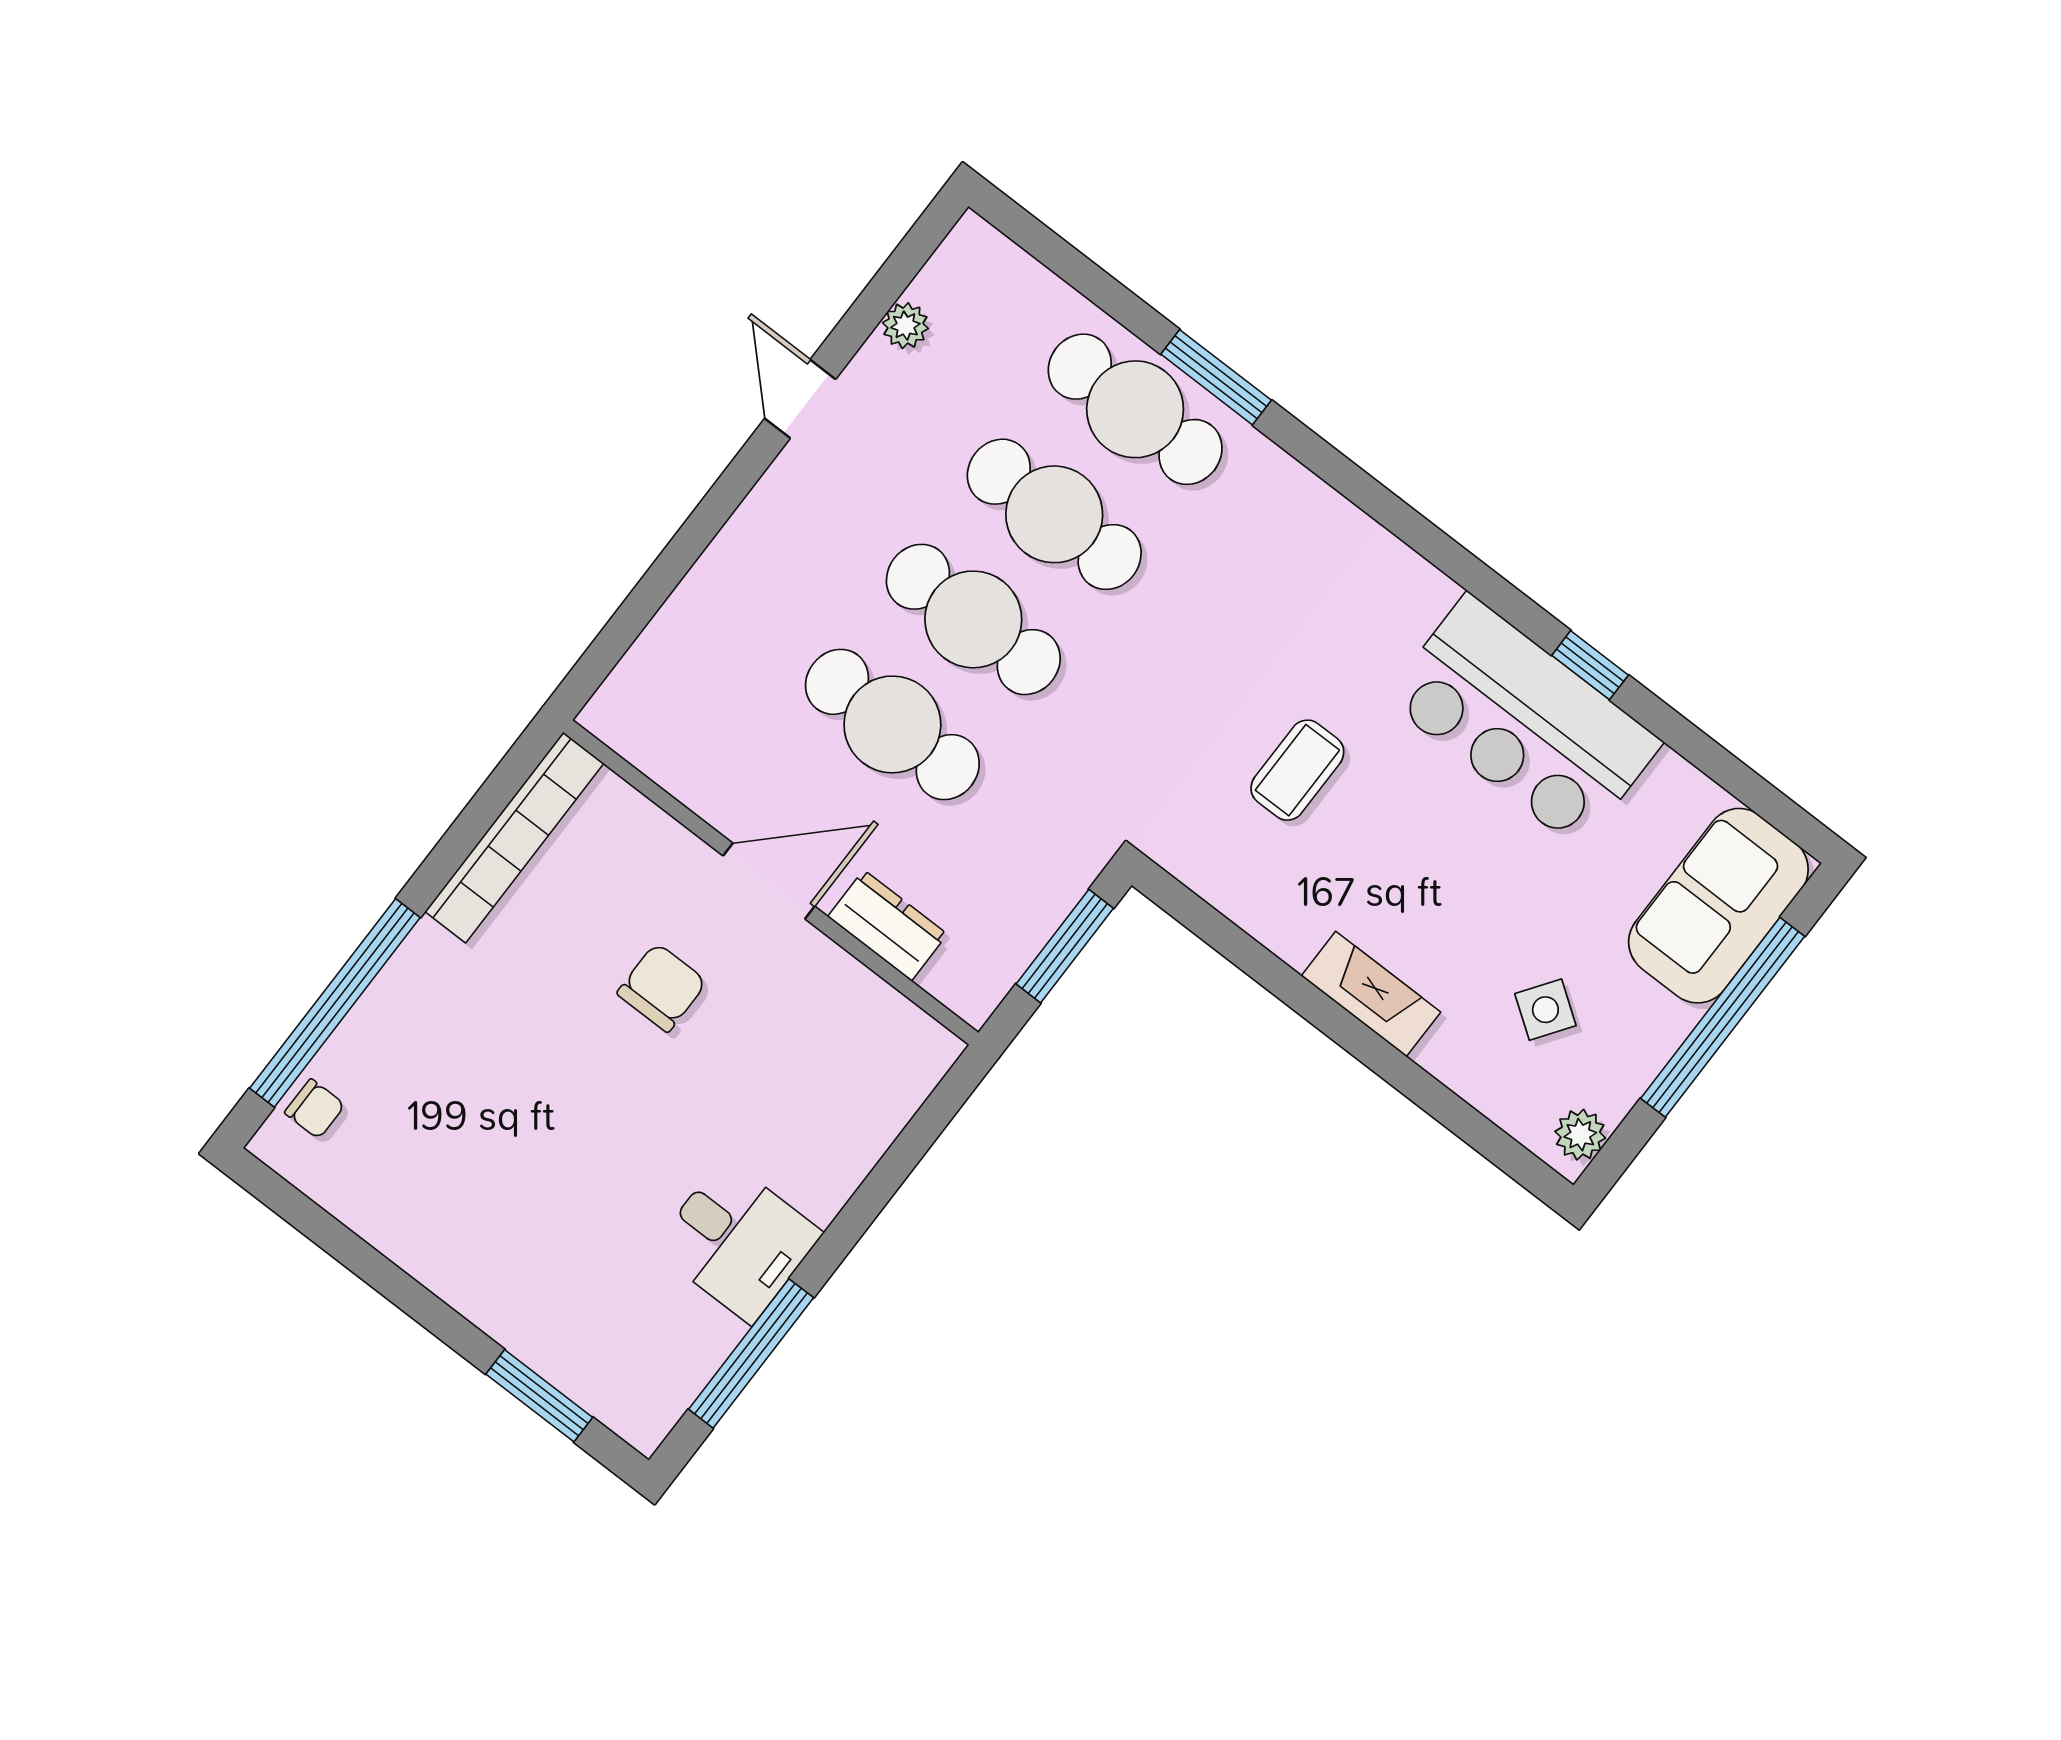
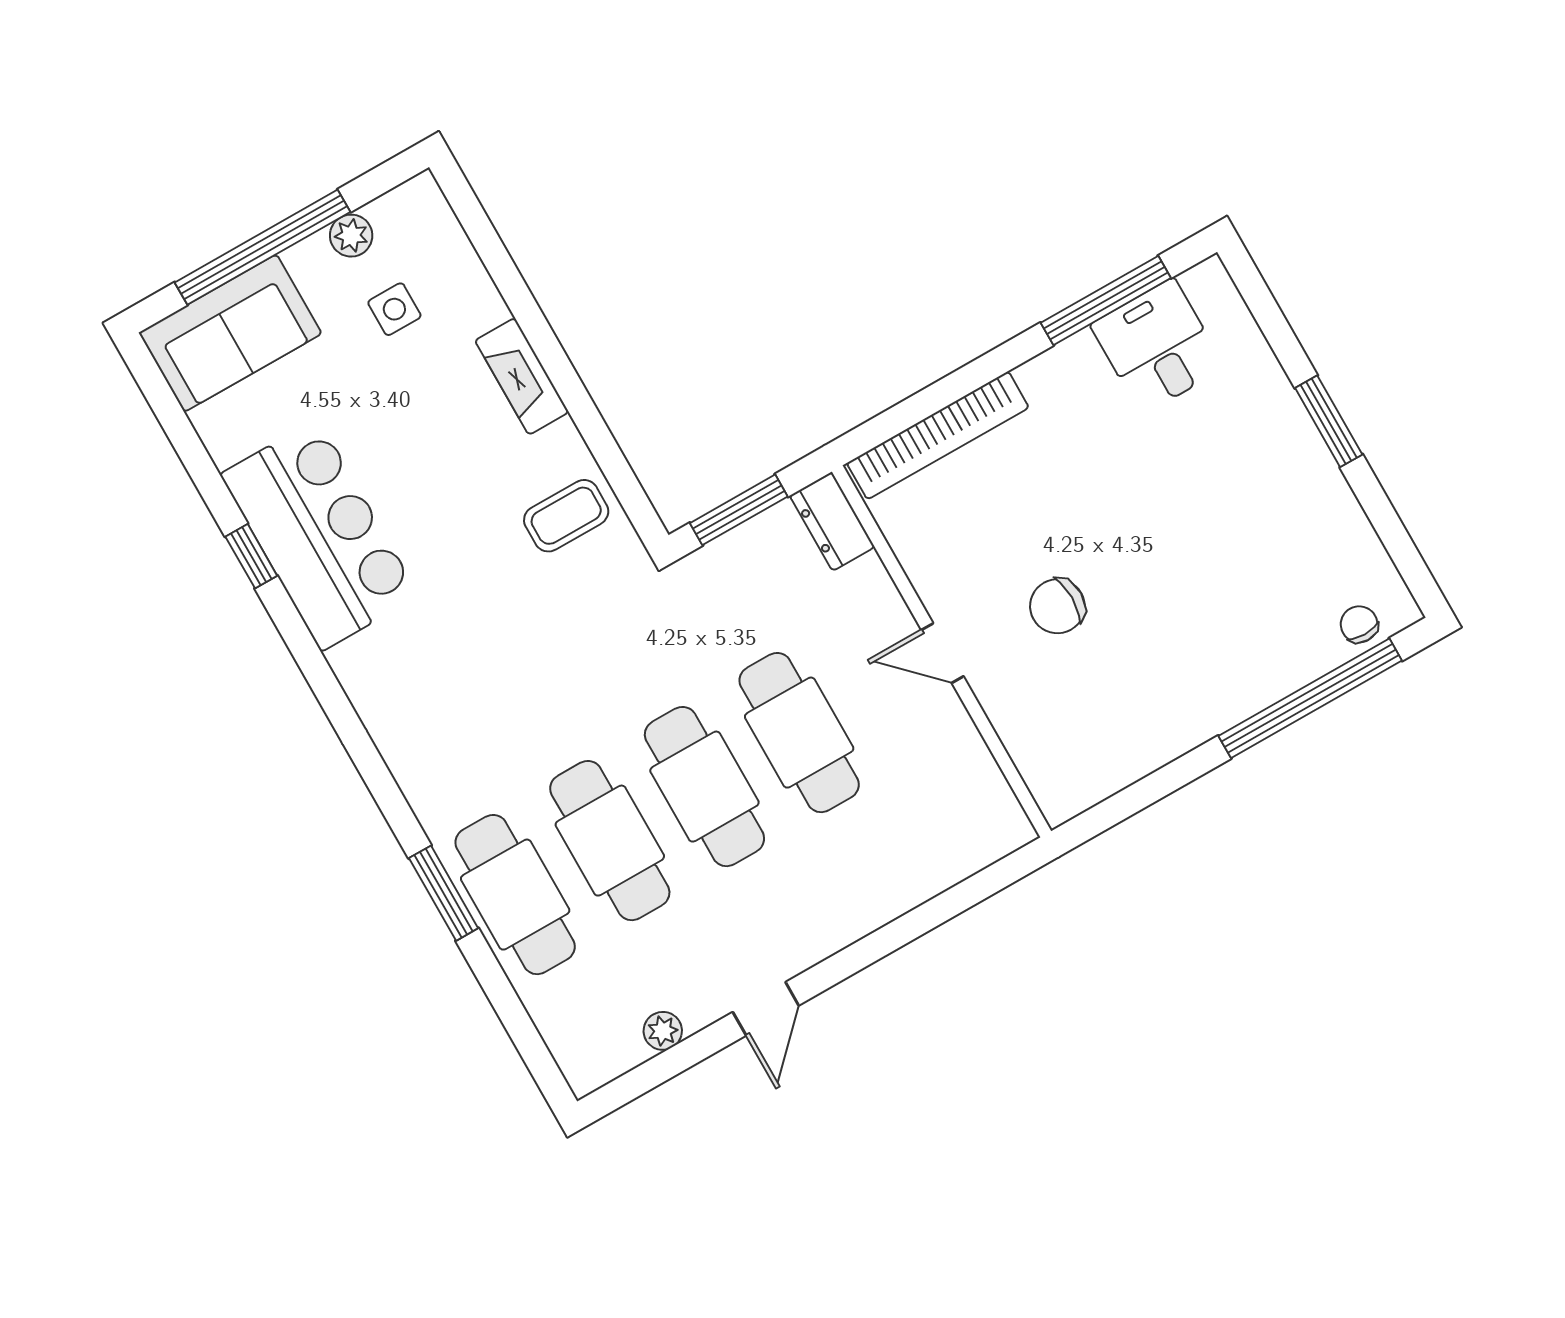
coffee table: (1297, 770) -> (566, 516), moved
bookcase: (514, 838) -> (938, 435), moved, turned 180
door: (769, 881) -> (942, 653), width x0.73
dresser: (888, 925) -> (832, 521), moved
side table: (1545, 1010) -> (394, 309), turned -35
plant: (1580, 1135) -> (351, 236), moved
desk: (737, 1241) -> (1158, 346), moved
window: (539, 1396) -> (1329, 421), moved

